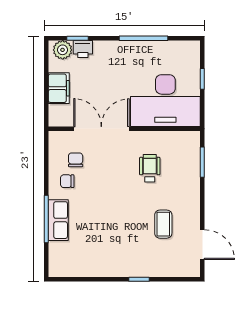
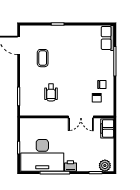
printer: (83, 49) -> (70, 166), moved
filing cabinet: (59, 88) -> (107, 128), moved
desk: (165, 101) -> (42, 155), moved, turned 180
double door: (101, 129) -> (81, 117), width x0.73
row of seats: (58, 220) -> (107, 38), moved

